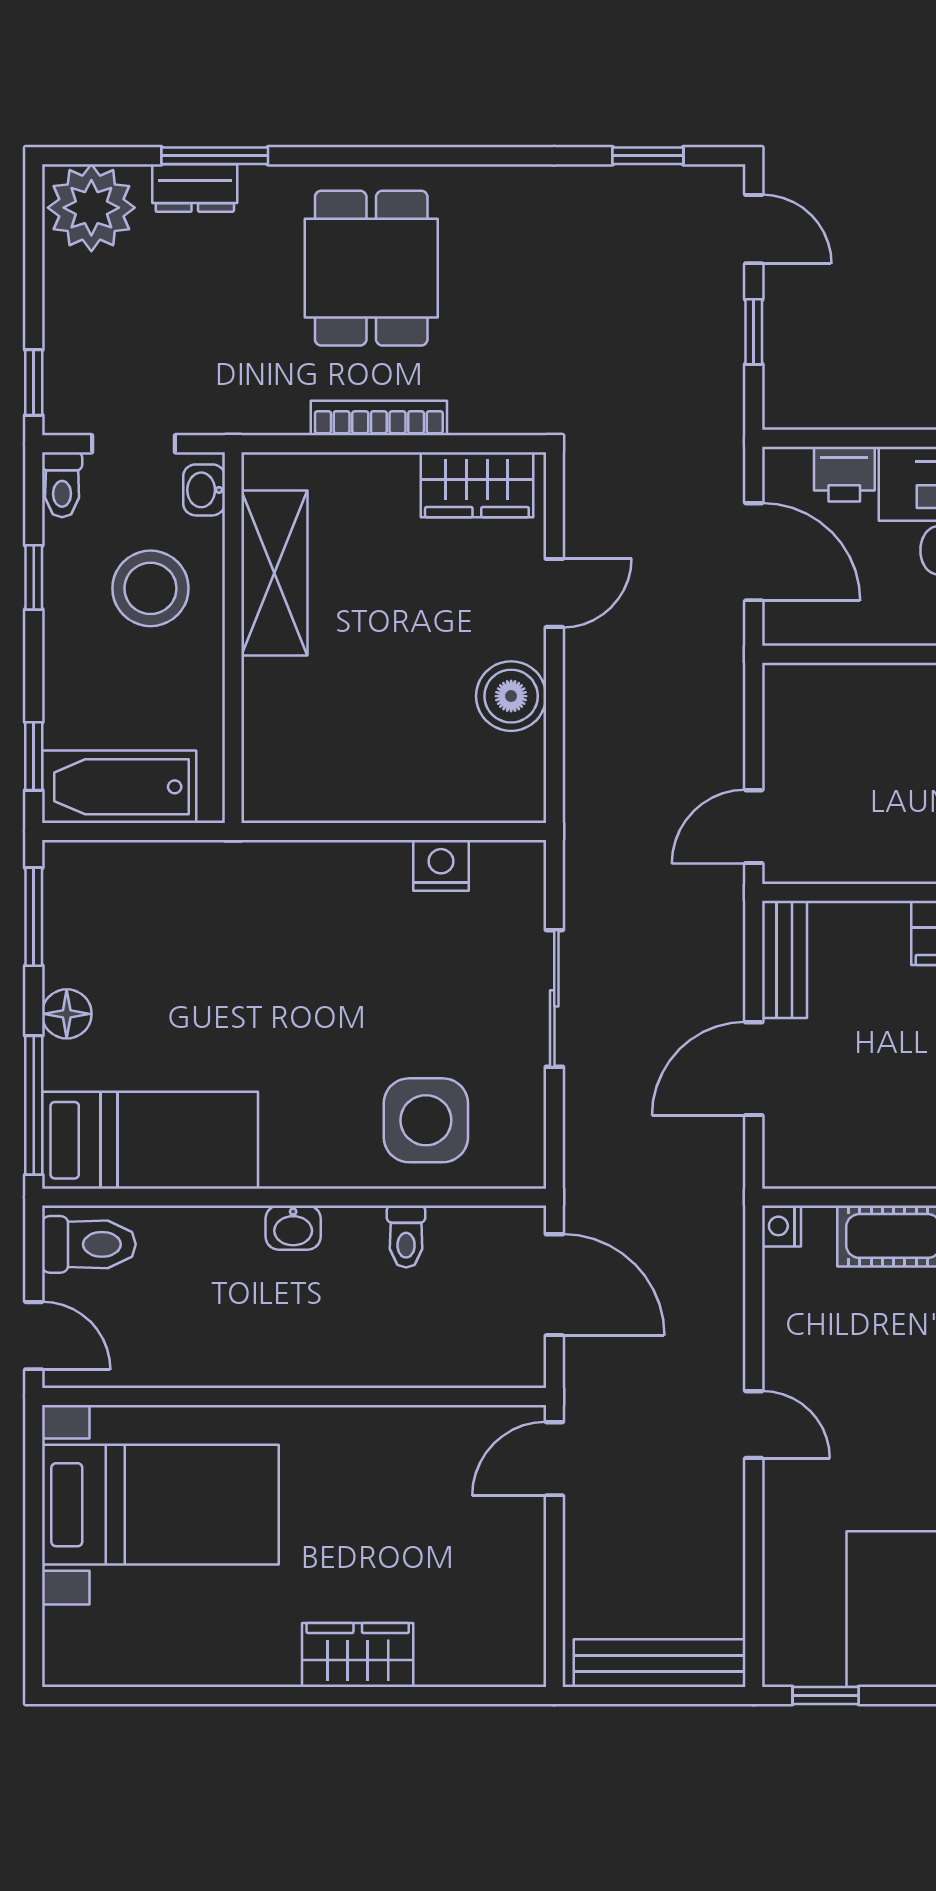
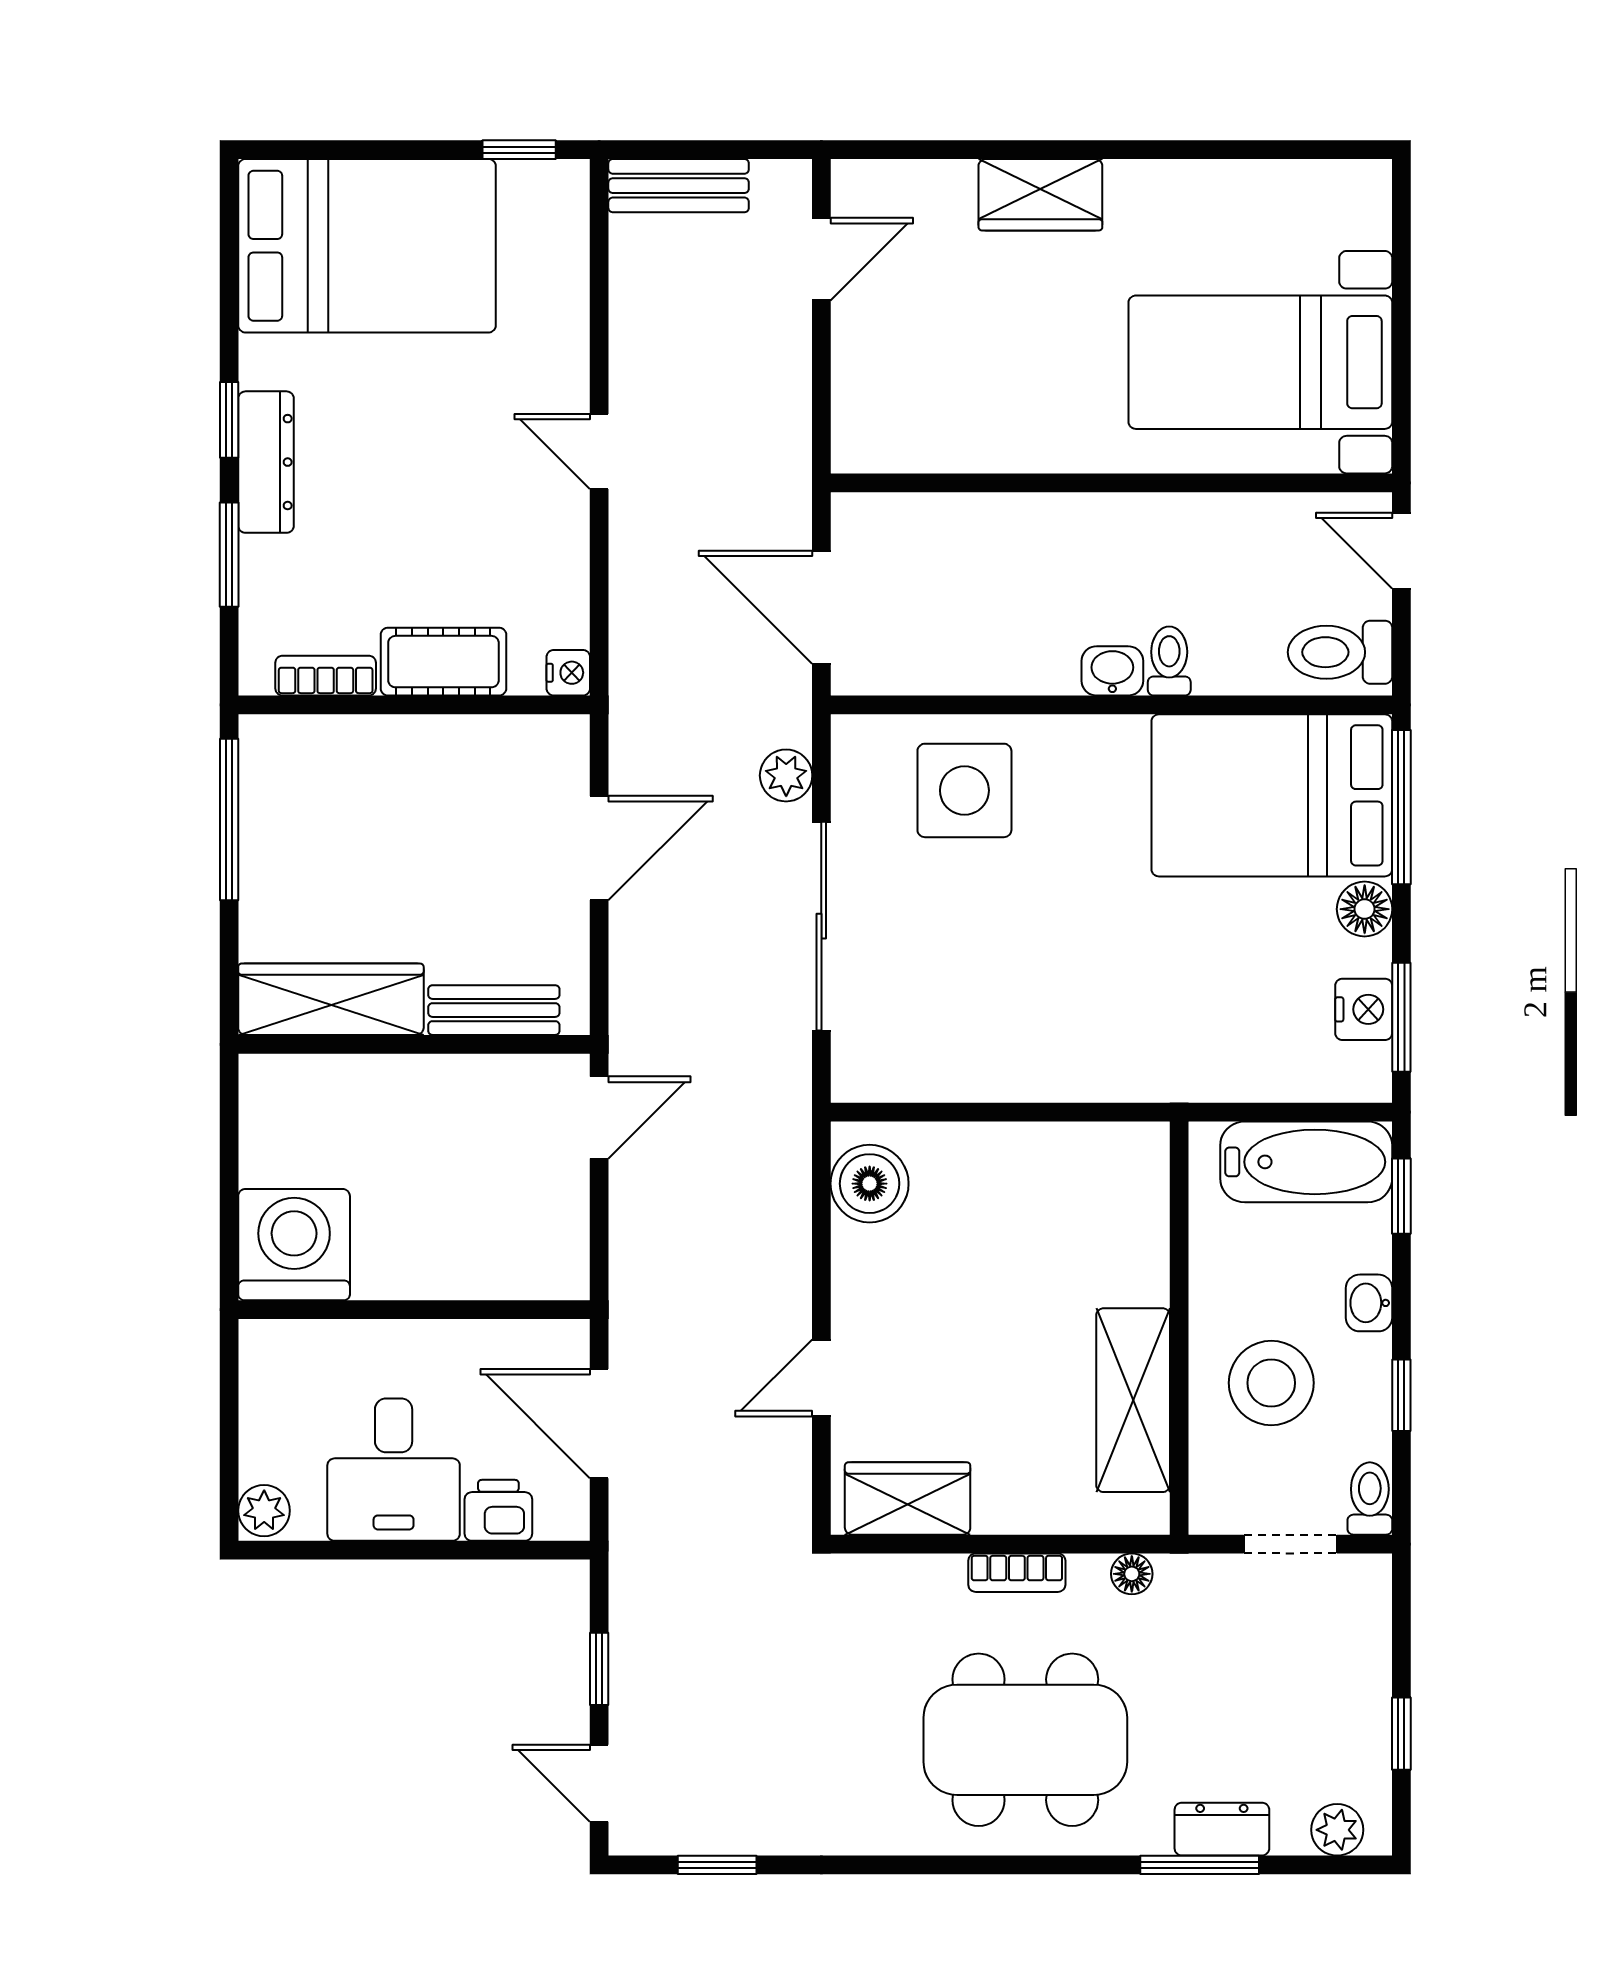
plant: (91, 208) -> (1337, 1830), width x0.53, depth x0.53
dining table: (371, 268) -> (1025, 1740), width x1.37
window: (34, 383) -> (1401, 1734), moved
floor lamp: (276, 417) -> (1132, 1574), added
bookcase: (379, 418) -> (1017, 1573), width x0.64
washbasin: (204, 490) -> (1369, 1303), moved, turned 180
boiler: (511, 696) -> (870, 1184), moved
nightstand: (441, 865) -> (1364, 1009), moved, turned -90
bench: (784, 959) -> (494, 1010), moved, turned 90
sliding door: (554, 998) -> (821, 926), width x1.37
plant: (586, 1134) -> (786, 775), added
bed: (150, 1140) -> (1272, 795), width x1.50
toilet: (406, 1236) -> (1169, 661), moved
door: (554, 1459) -> (821, 259), moved
bench: (660, 1663) -> (679, 186), width x0.73

